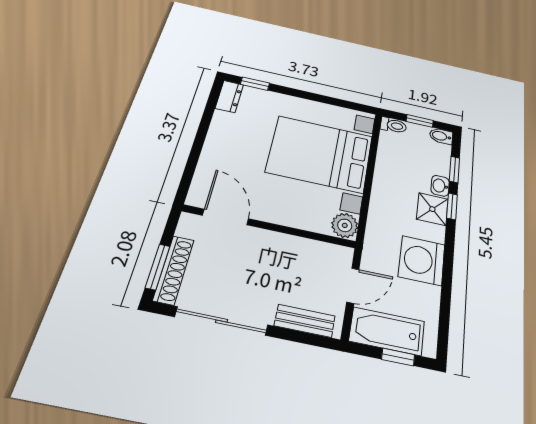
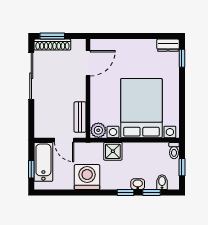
bidet: (441, 136) -> (162, 182), moved
shower: (432, 209) -> (113, 151), moved
bench: (305, 321) -> (80, 117), moved

